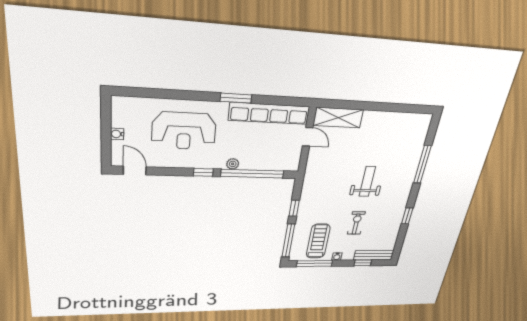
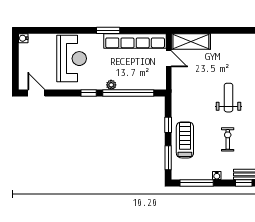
reception desk: (184, 131) -> (72, 59), turned -90
water cooler: (117, 134) -> (23, 38), moved
window: (288, 241) -> (168, 158), width x0.69
treadmill: (318, 241) -> (185, 140), moved

